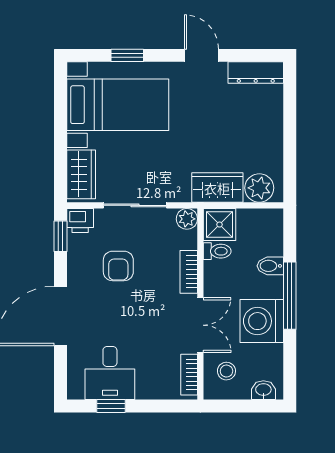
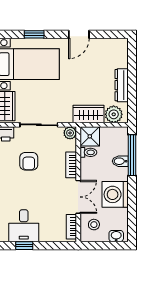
door: (201, 55) -> (79, 34), swing flipped
dresser: (256, 72) -> (122, 85), moved, turned 90
window: (290, 296) -> (132, 155), moved

